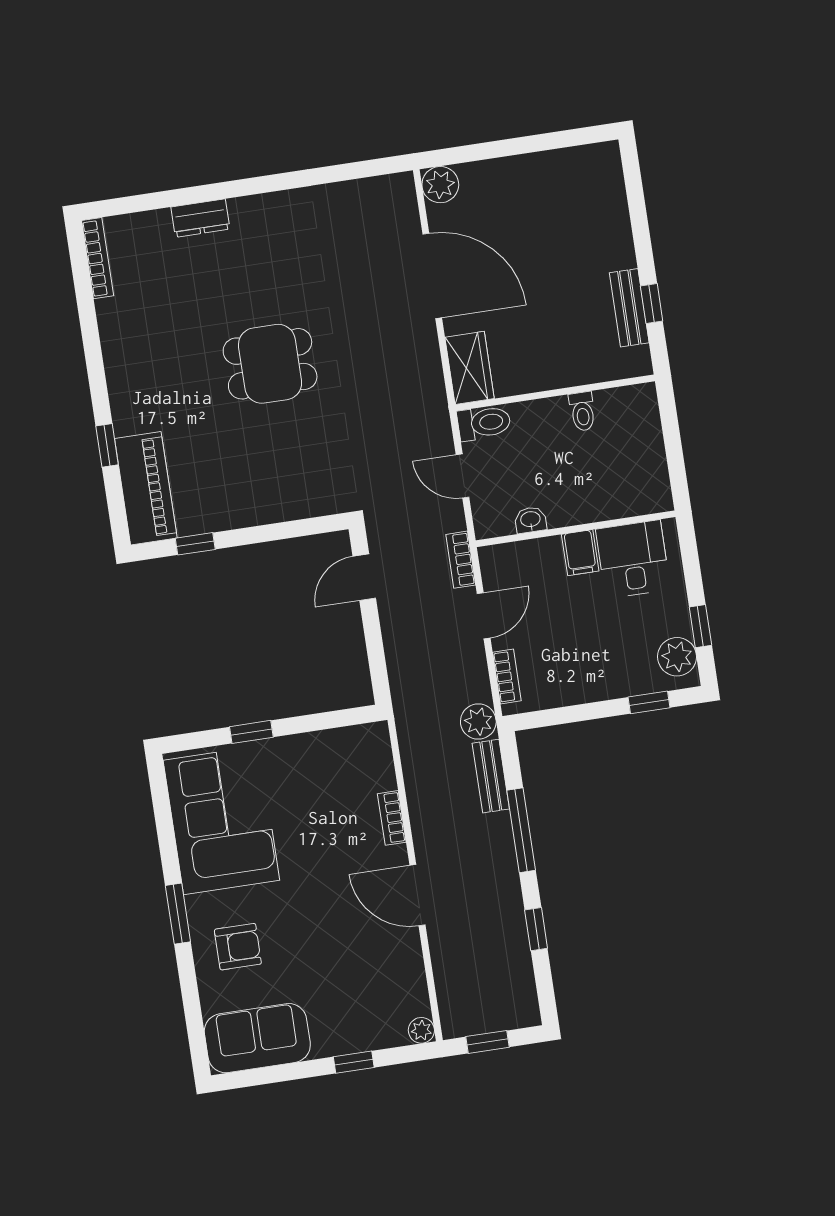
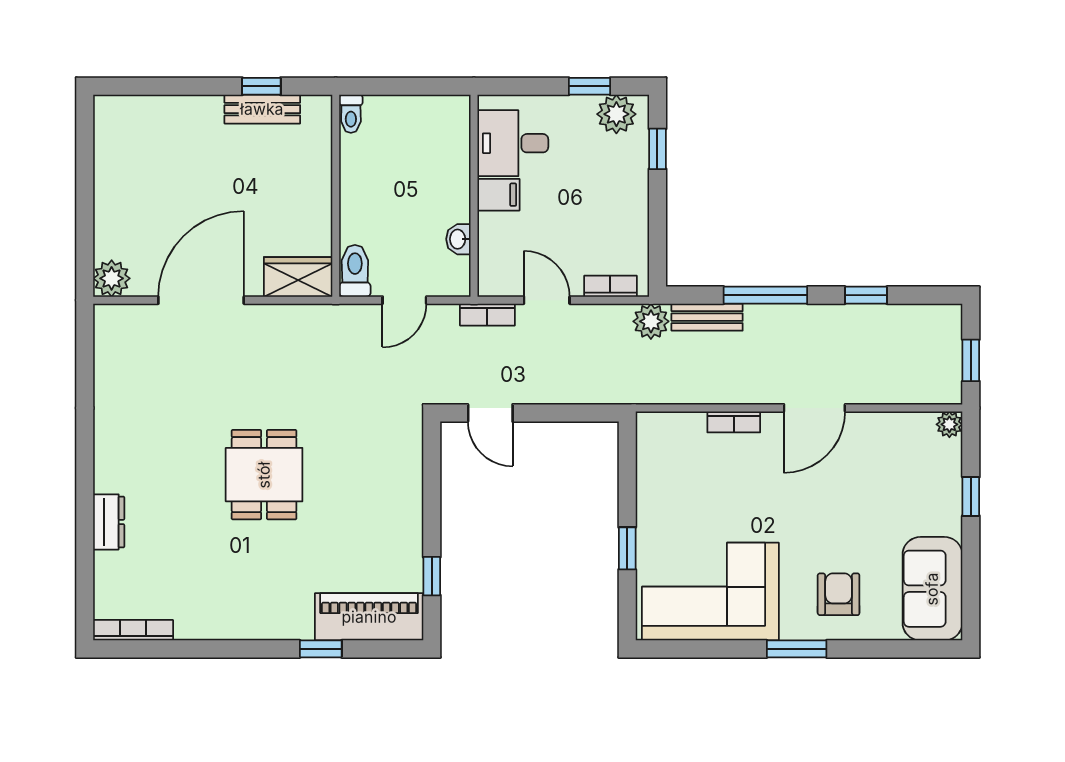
toilet: (582, 411) -> (351, 114), moved, turned 90

